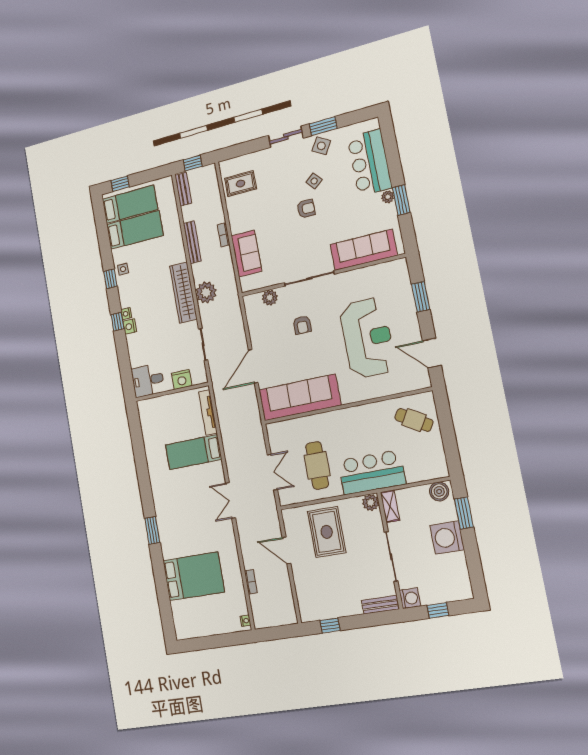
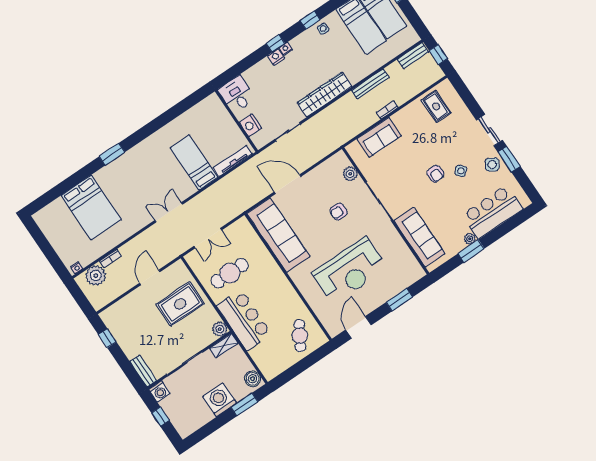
plant: (206, 292) -> (96, 276), moved

